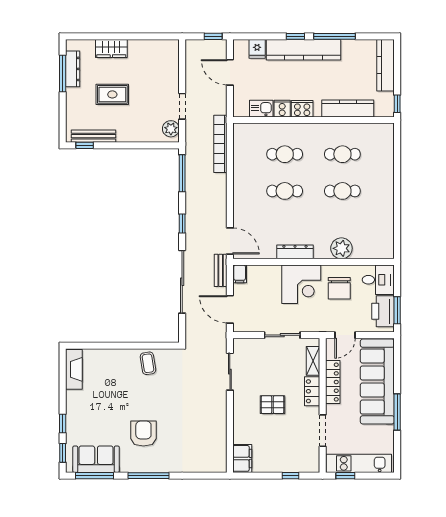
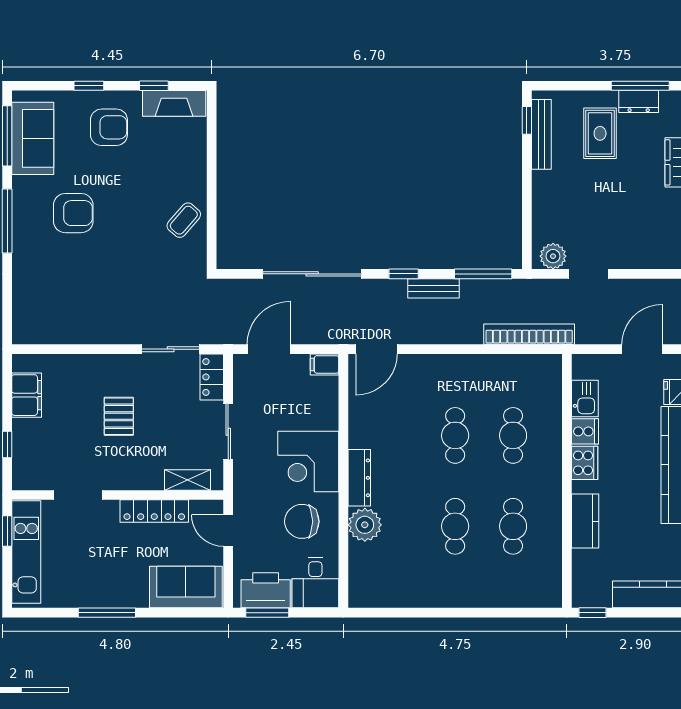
dresser: (73, 69) -> (639, 102), width x0.70
rug: (112, 94) -> (600, 133), moved
kitchen counter: (348, 108) -> (585, 521), width x0.67
dresser: (295, 252) -> (359, 478), moved
bench: (221, 270) -> (433, 288), moved
coffee table: (148, 363) -> (184, 220), turned -40
sofa: (377, 382) -> (186, 587), width x0.54, depth x0.79
locker: (312, 391) -> (212, 377), moved, turned -90
armchair: (89, 411) -> (109, 127), added
window: (63, 453) -> (154, 86), moved
filing cabinet: (242, 458) -> (27, 395), moved, turned -90

